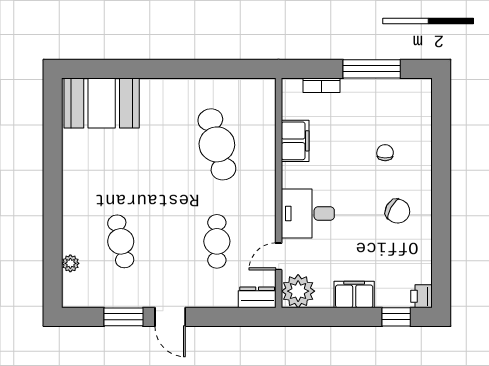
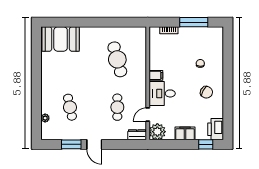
filing cabinet: (295, 141) -> (156, 75), moved, width x0.50
printer: (421, 296) -> (216, 129), width x1.87, depth x1.48

